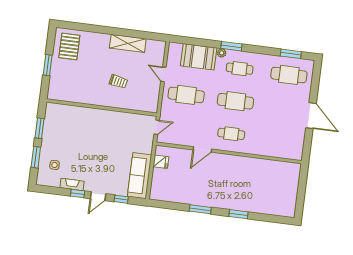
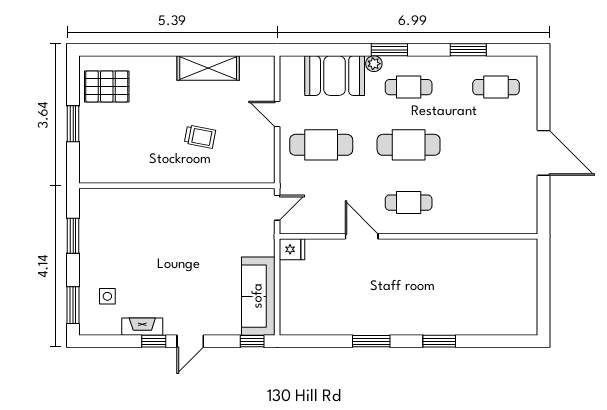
pallet: (69, 46) -> (107, 86), turned 90
window: (291, 54) -> (468, 50), moved
cafe table: (289, 75) -> (496, 87), width x0.73, depth x0.74
door: (202, 149) -> (362, 236), swing flipped
window: (36, 157) -> (73, 305), moved
fridge: (161, 162) -> (292, 249), moved
window: (121, 199) -> (252, 341), moved

